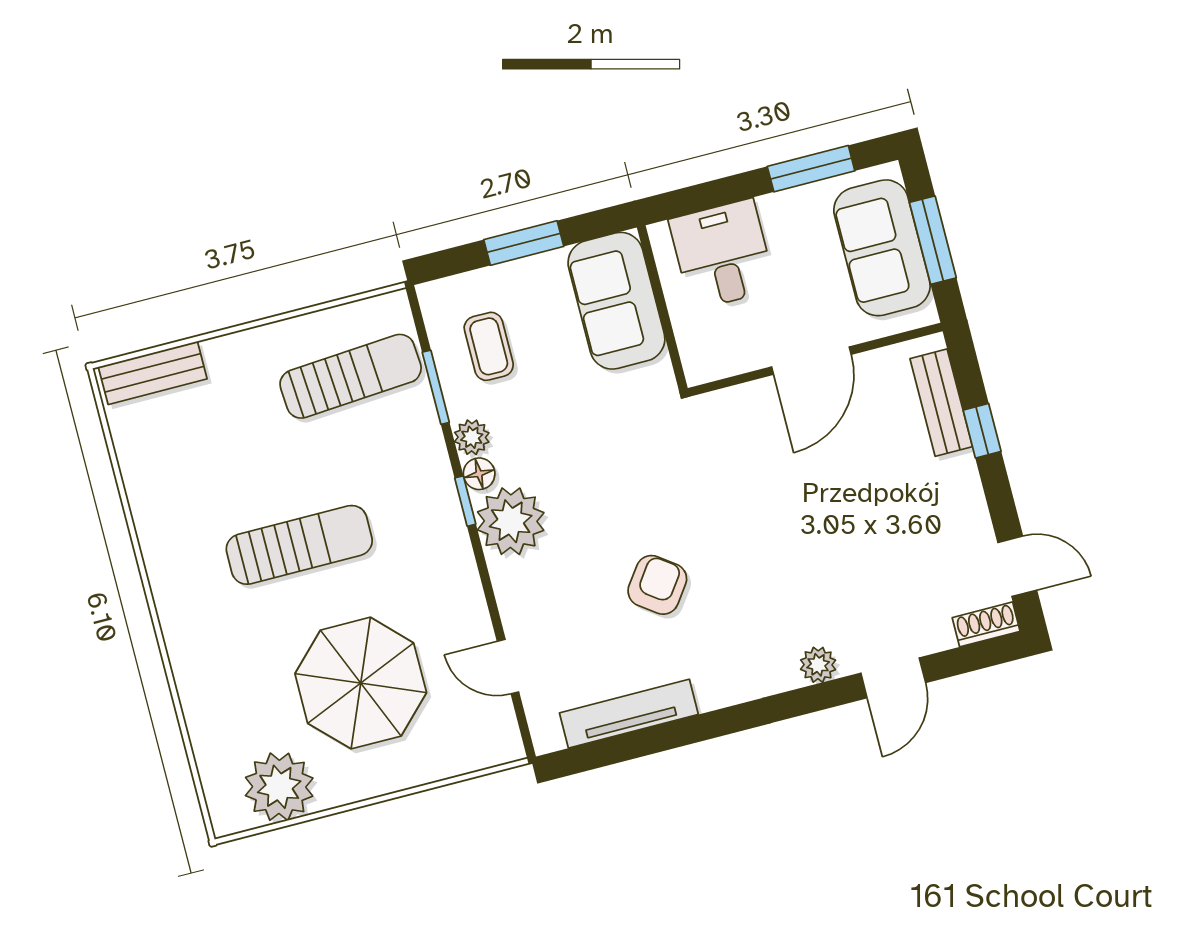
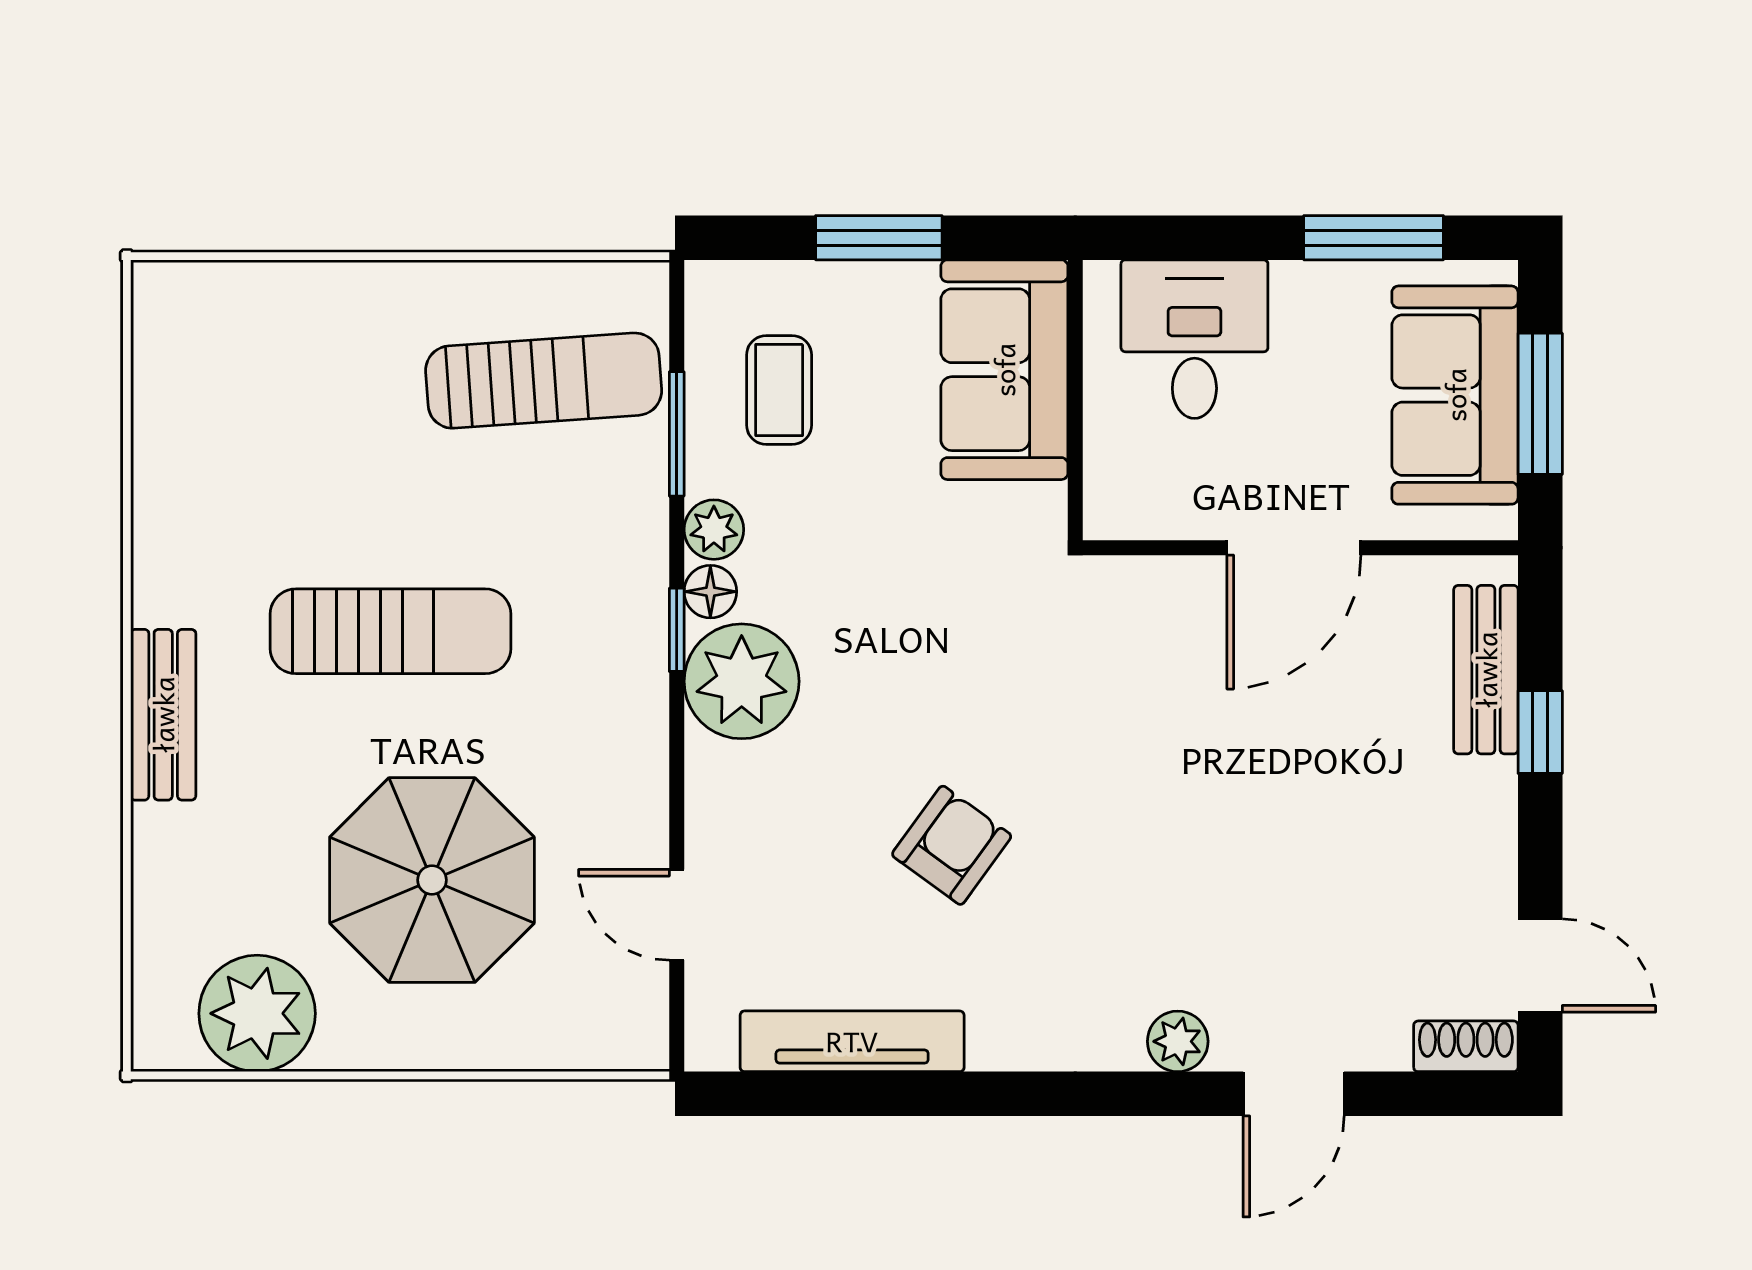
bench: (153, 373) -> (163, 715), moved, turned 90

